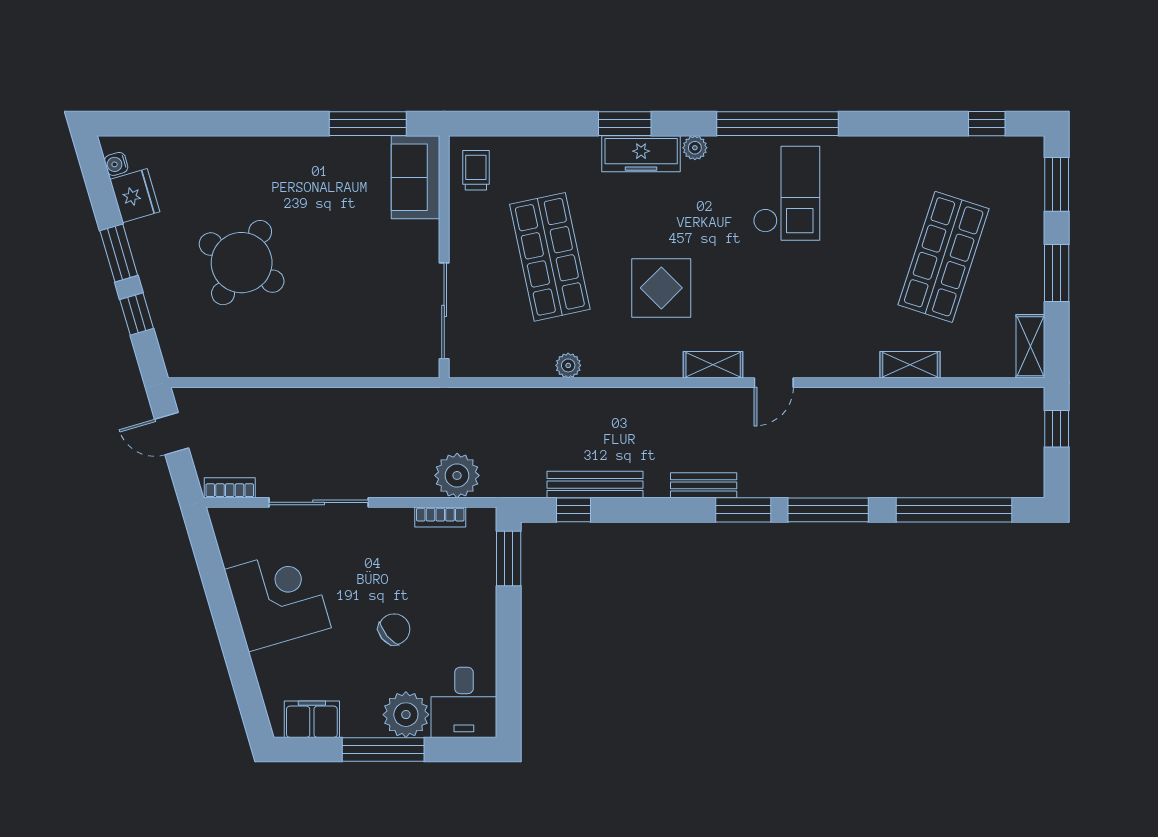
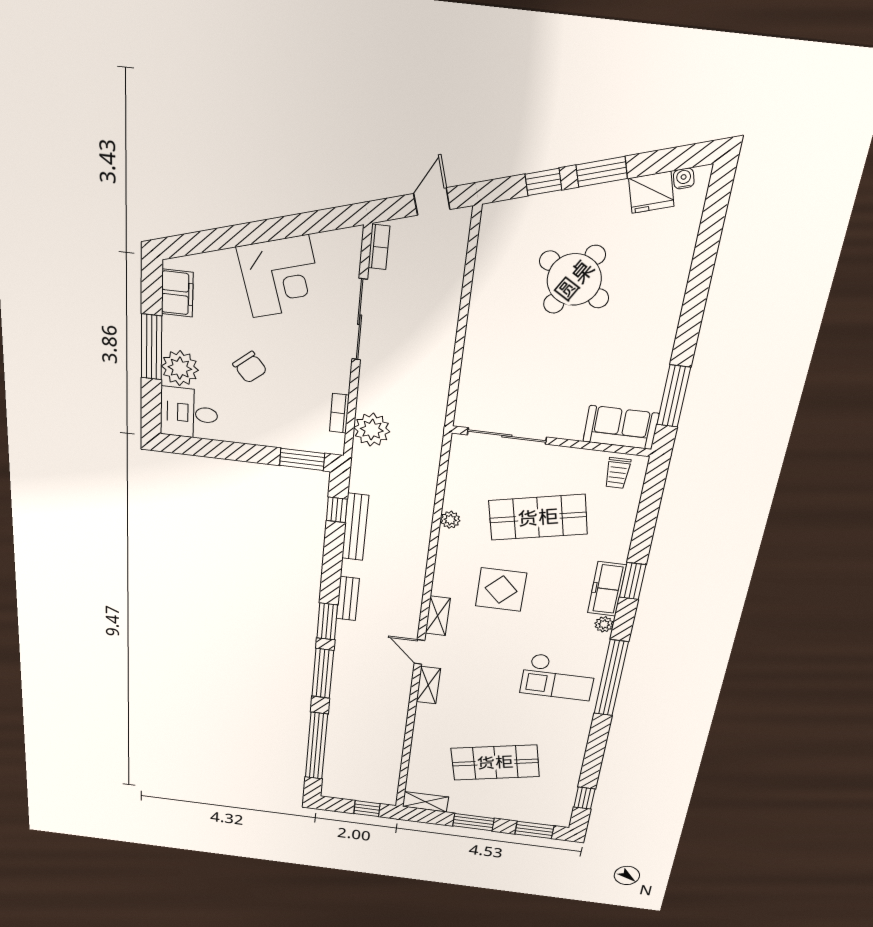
trolley: (476, 170) -> (617, 473), turned 90
shop shelf: (944, 257) -> (495, 762), turned -30
shelving: (910, 365) -> (428, 685), moved

